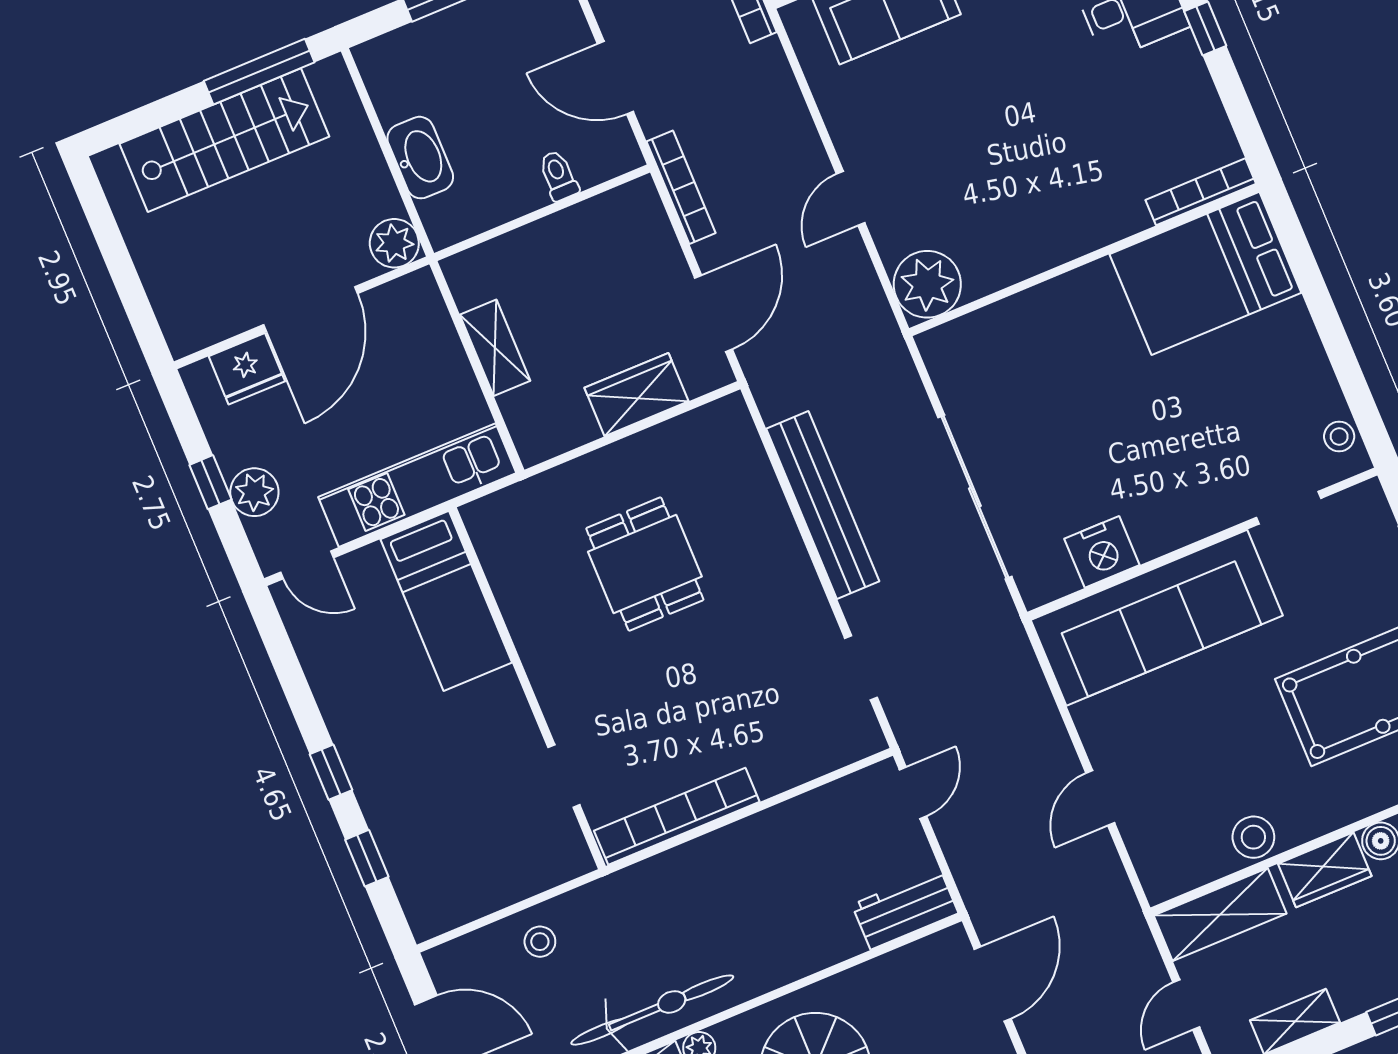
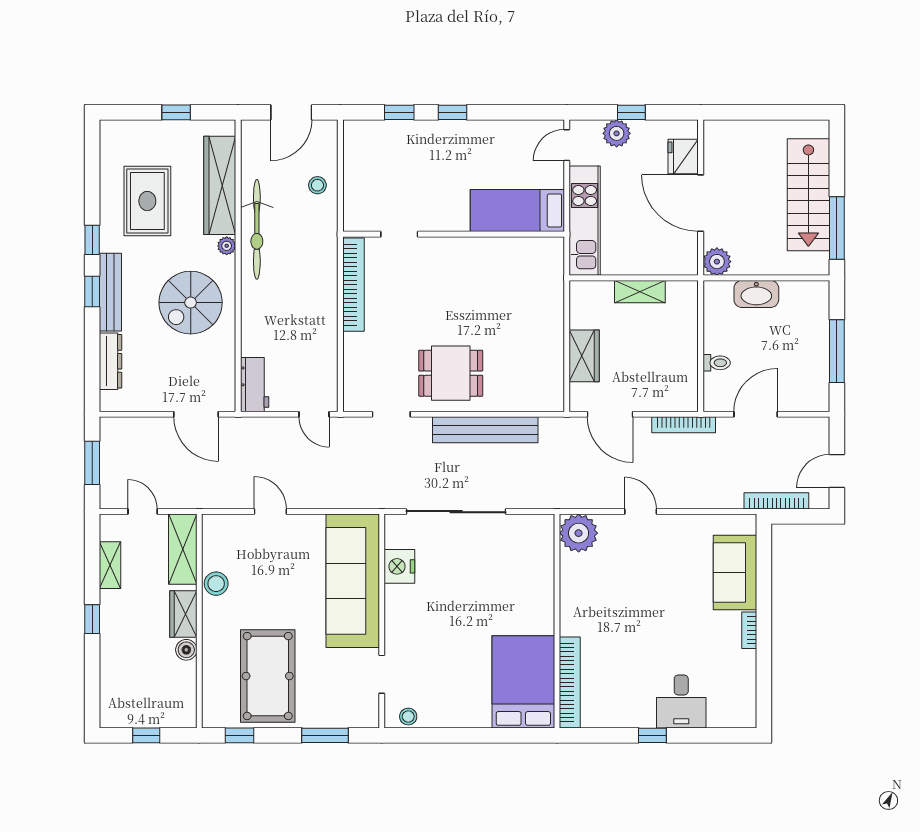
bookcase: (1201, 192) -> (570, 682), width x1.48, depth x1.31
dining table: (645, 564) -> (451, 373), moved

